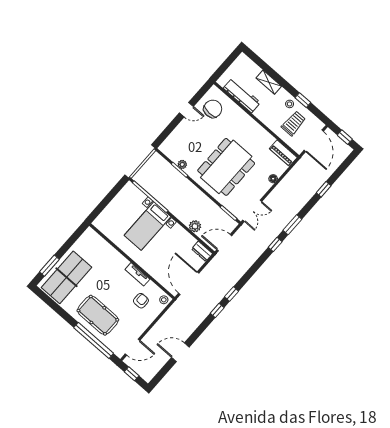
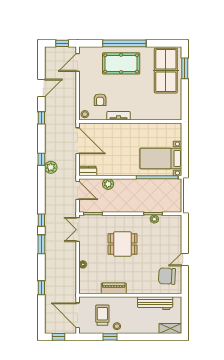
shelving: (269, 82) -> (170, 329), moved
chair: (213, 109) -> (167, 276), turned 90
trolley: (293, 123) -> (102, 315), turned 180
piano: (283, 153) -> (114, 288), moved
dining table: (226, 167) -> (122, 244), width x0.53, depth x0.80
bed with nightstands: (147, 226) -> (161, 158), moved, turned -90
door: (224, 243) -> (78, 190), hinge flipped
plant: (230, 281) -> (51, 167), added
window: (217, 310) -> (41, 118), moved
window: (94, 341) -> (124, 43), moved

